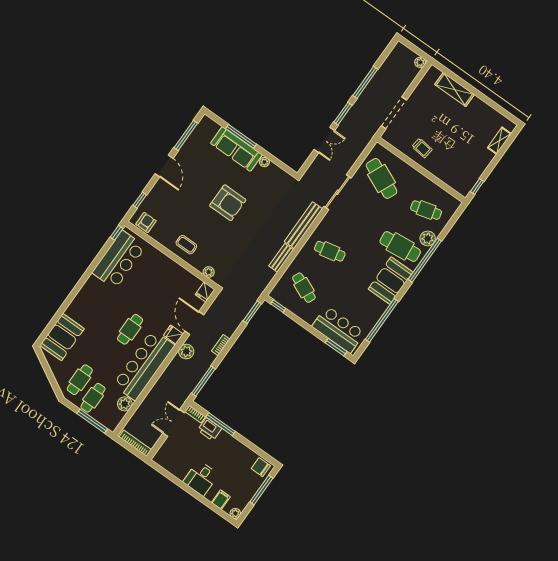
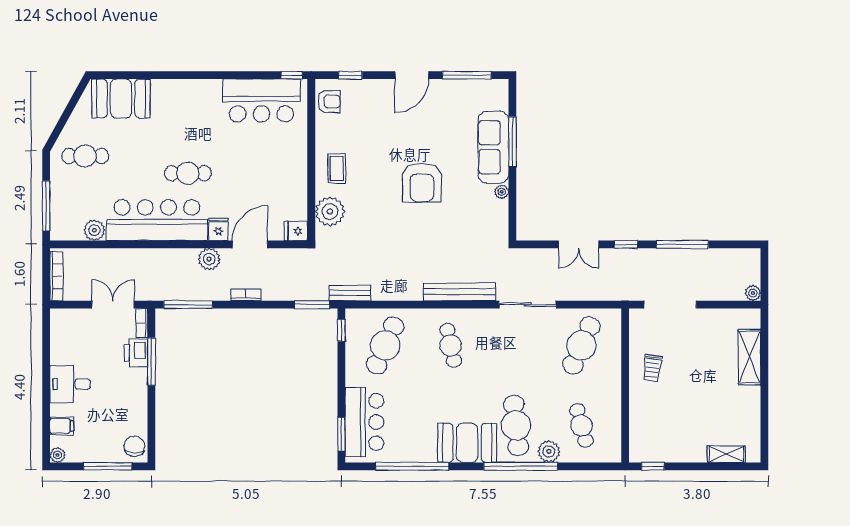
window: (343, 114) -> (626, 244), width x0.67
bench: (281, 258) -> (350, 293), moved
plant: (209, 272) -> (330, 211), width x1.88, depth x1.88
cafe table: (304, 288) -> (385, 345), width x1.37, depth x1.35
cafe table: (93, 398) -> (75, 187), removed

